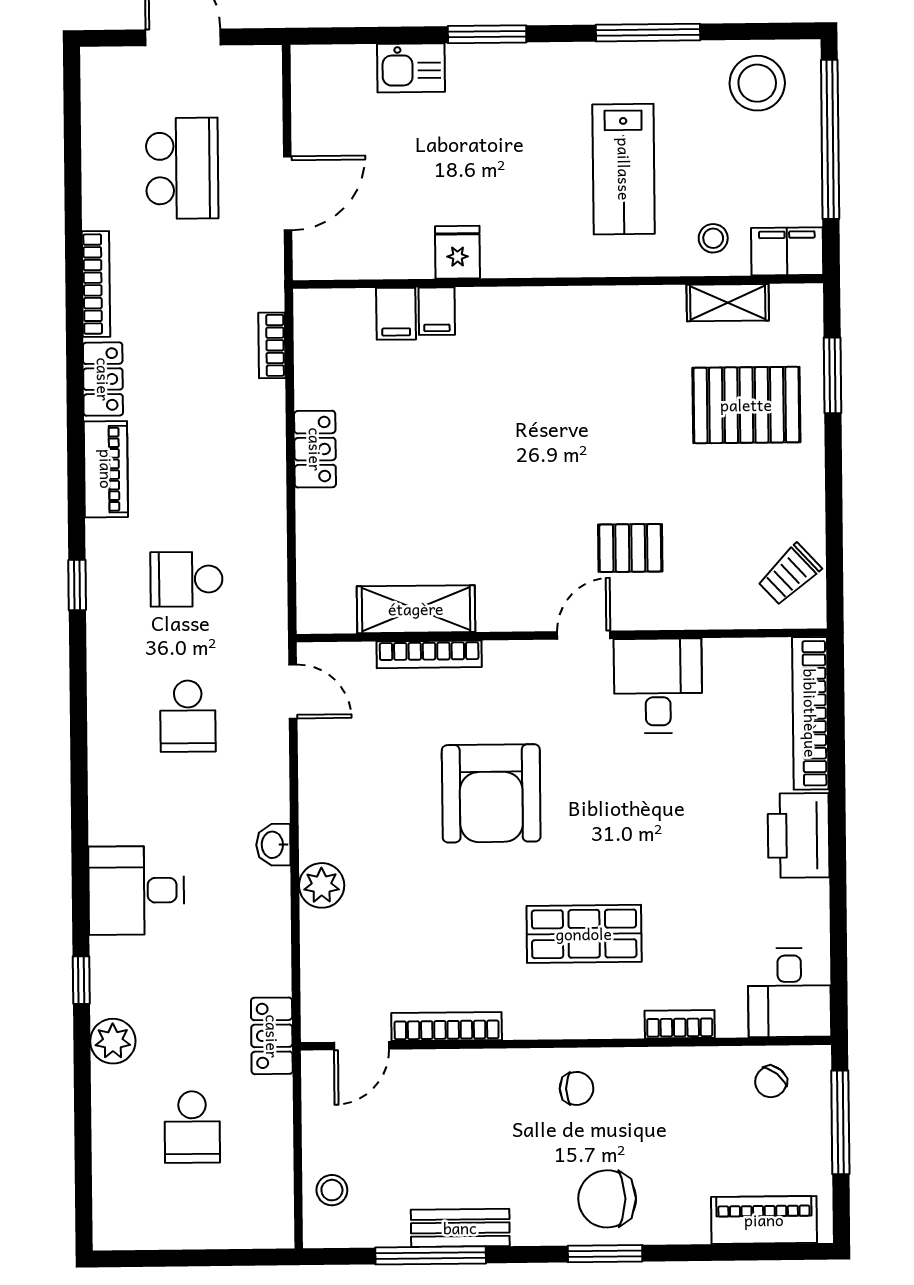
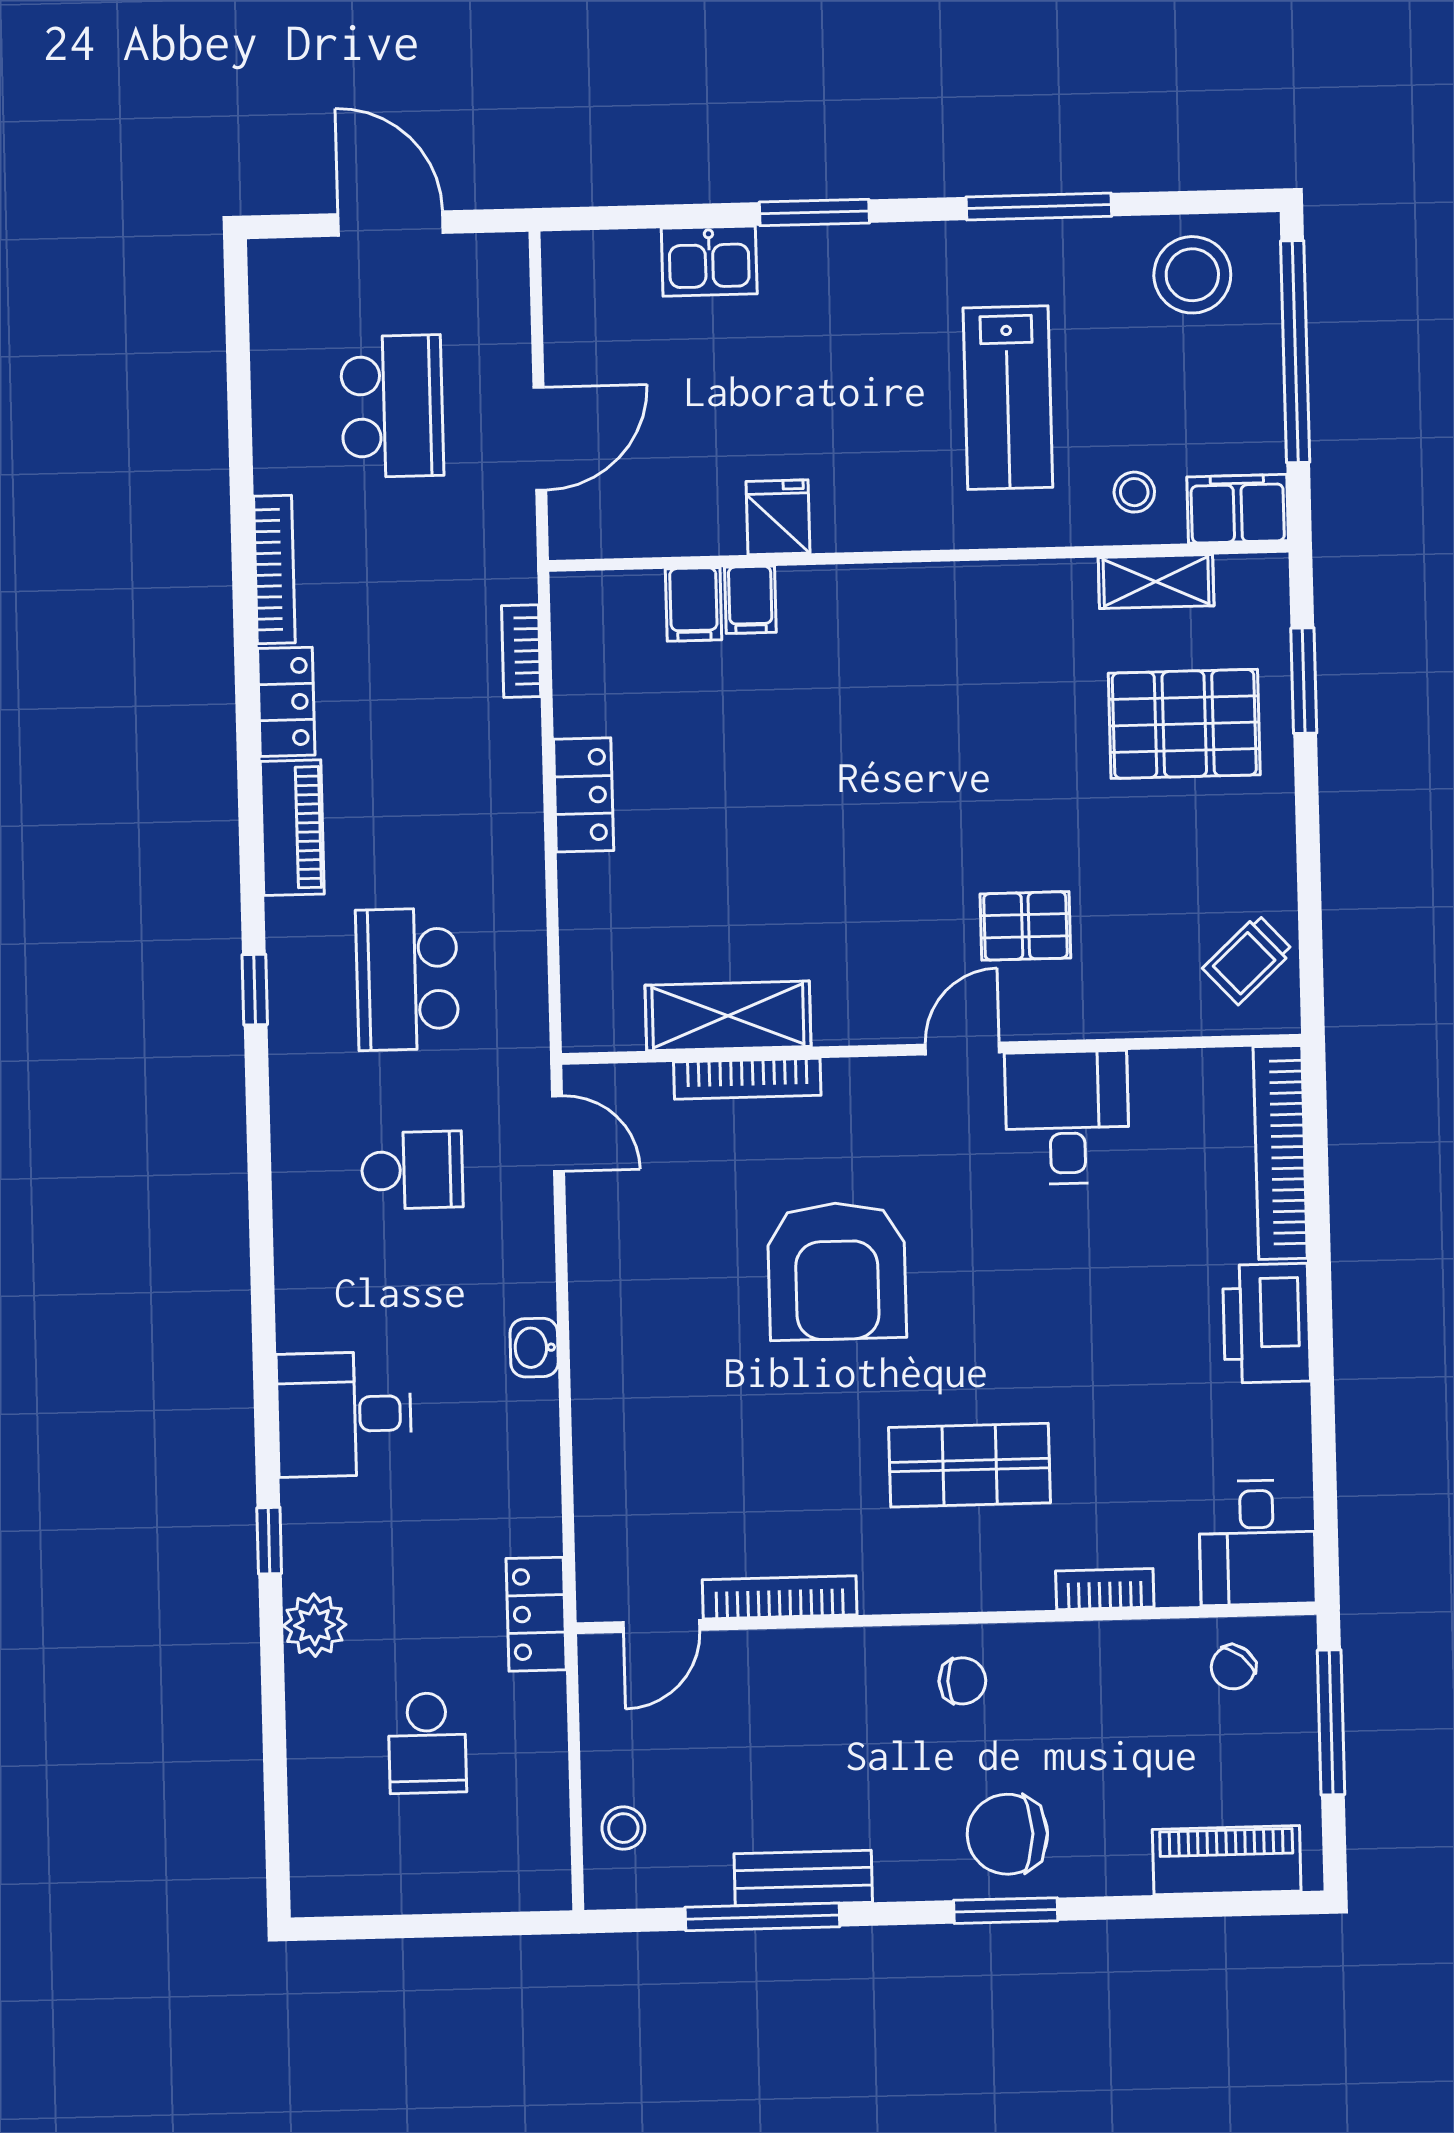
school desk: (186, 579) -> (407, 979), width x1.85
school desk: (188, 716) -> (412, 1170), turned -90
plant: (322, 885) -> (602, 1403), removed

